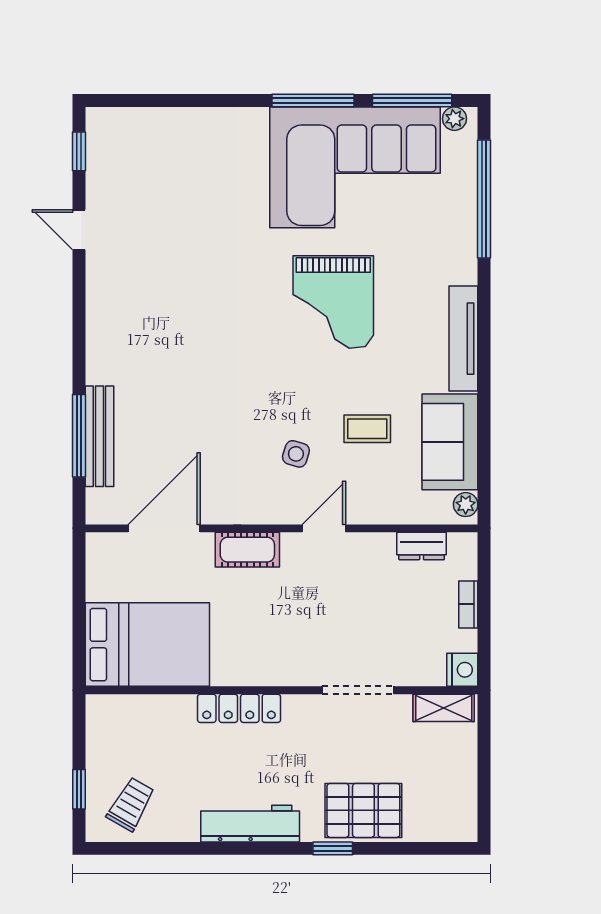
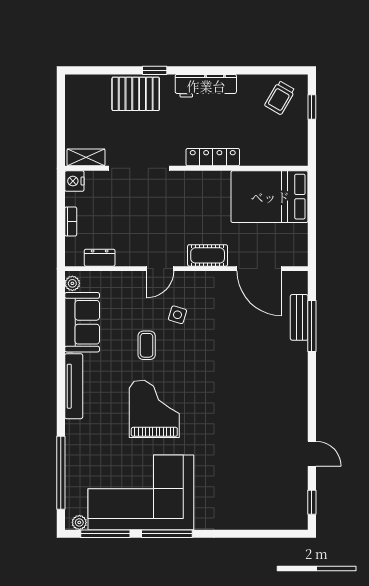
coffee table: (367, 429) -> (147, 345), moved, turned 90
bench: (99, 436) -> (299, 317), width x0.73
door: (164, 528) -> (259, 269), hinge flipped
doorway: (358, 690) -> (139, 168), width x1.36

